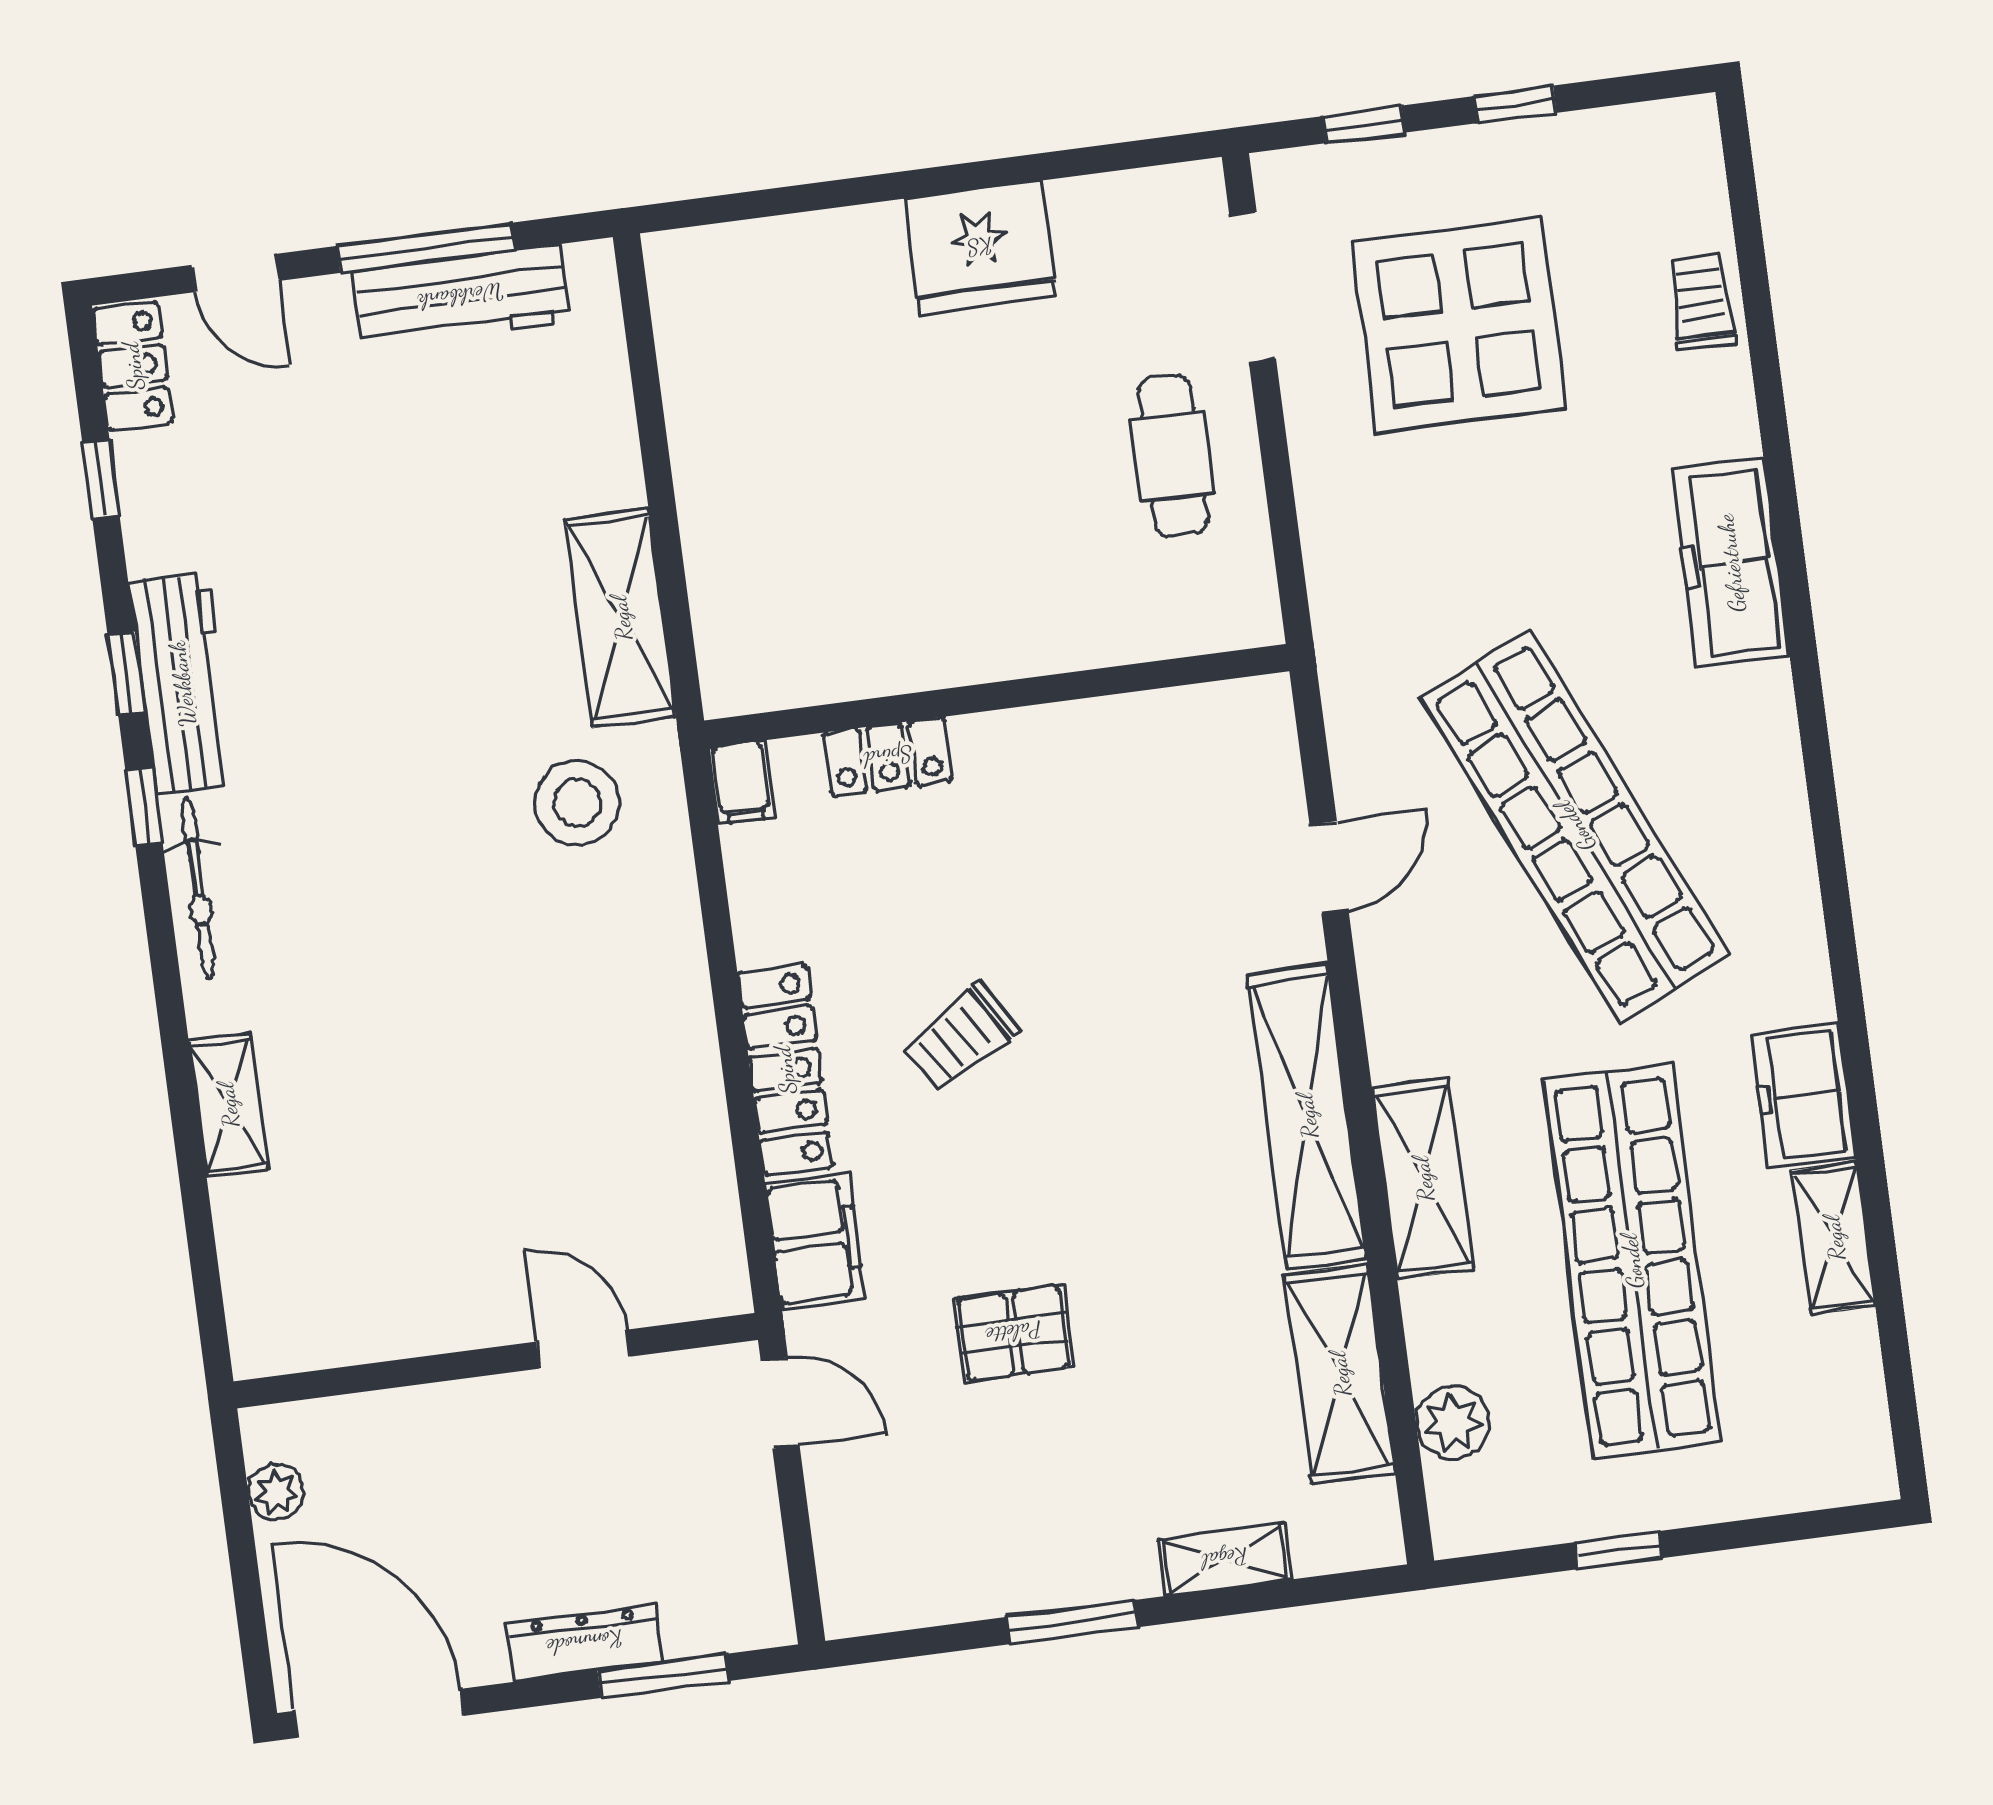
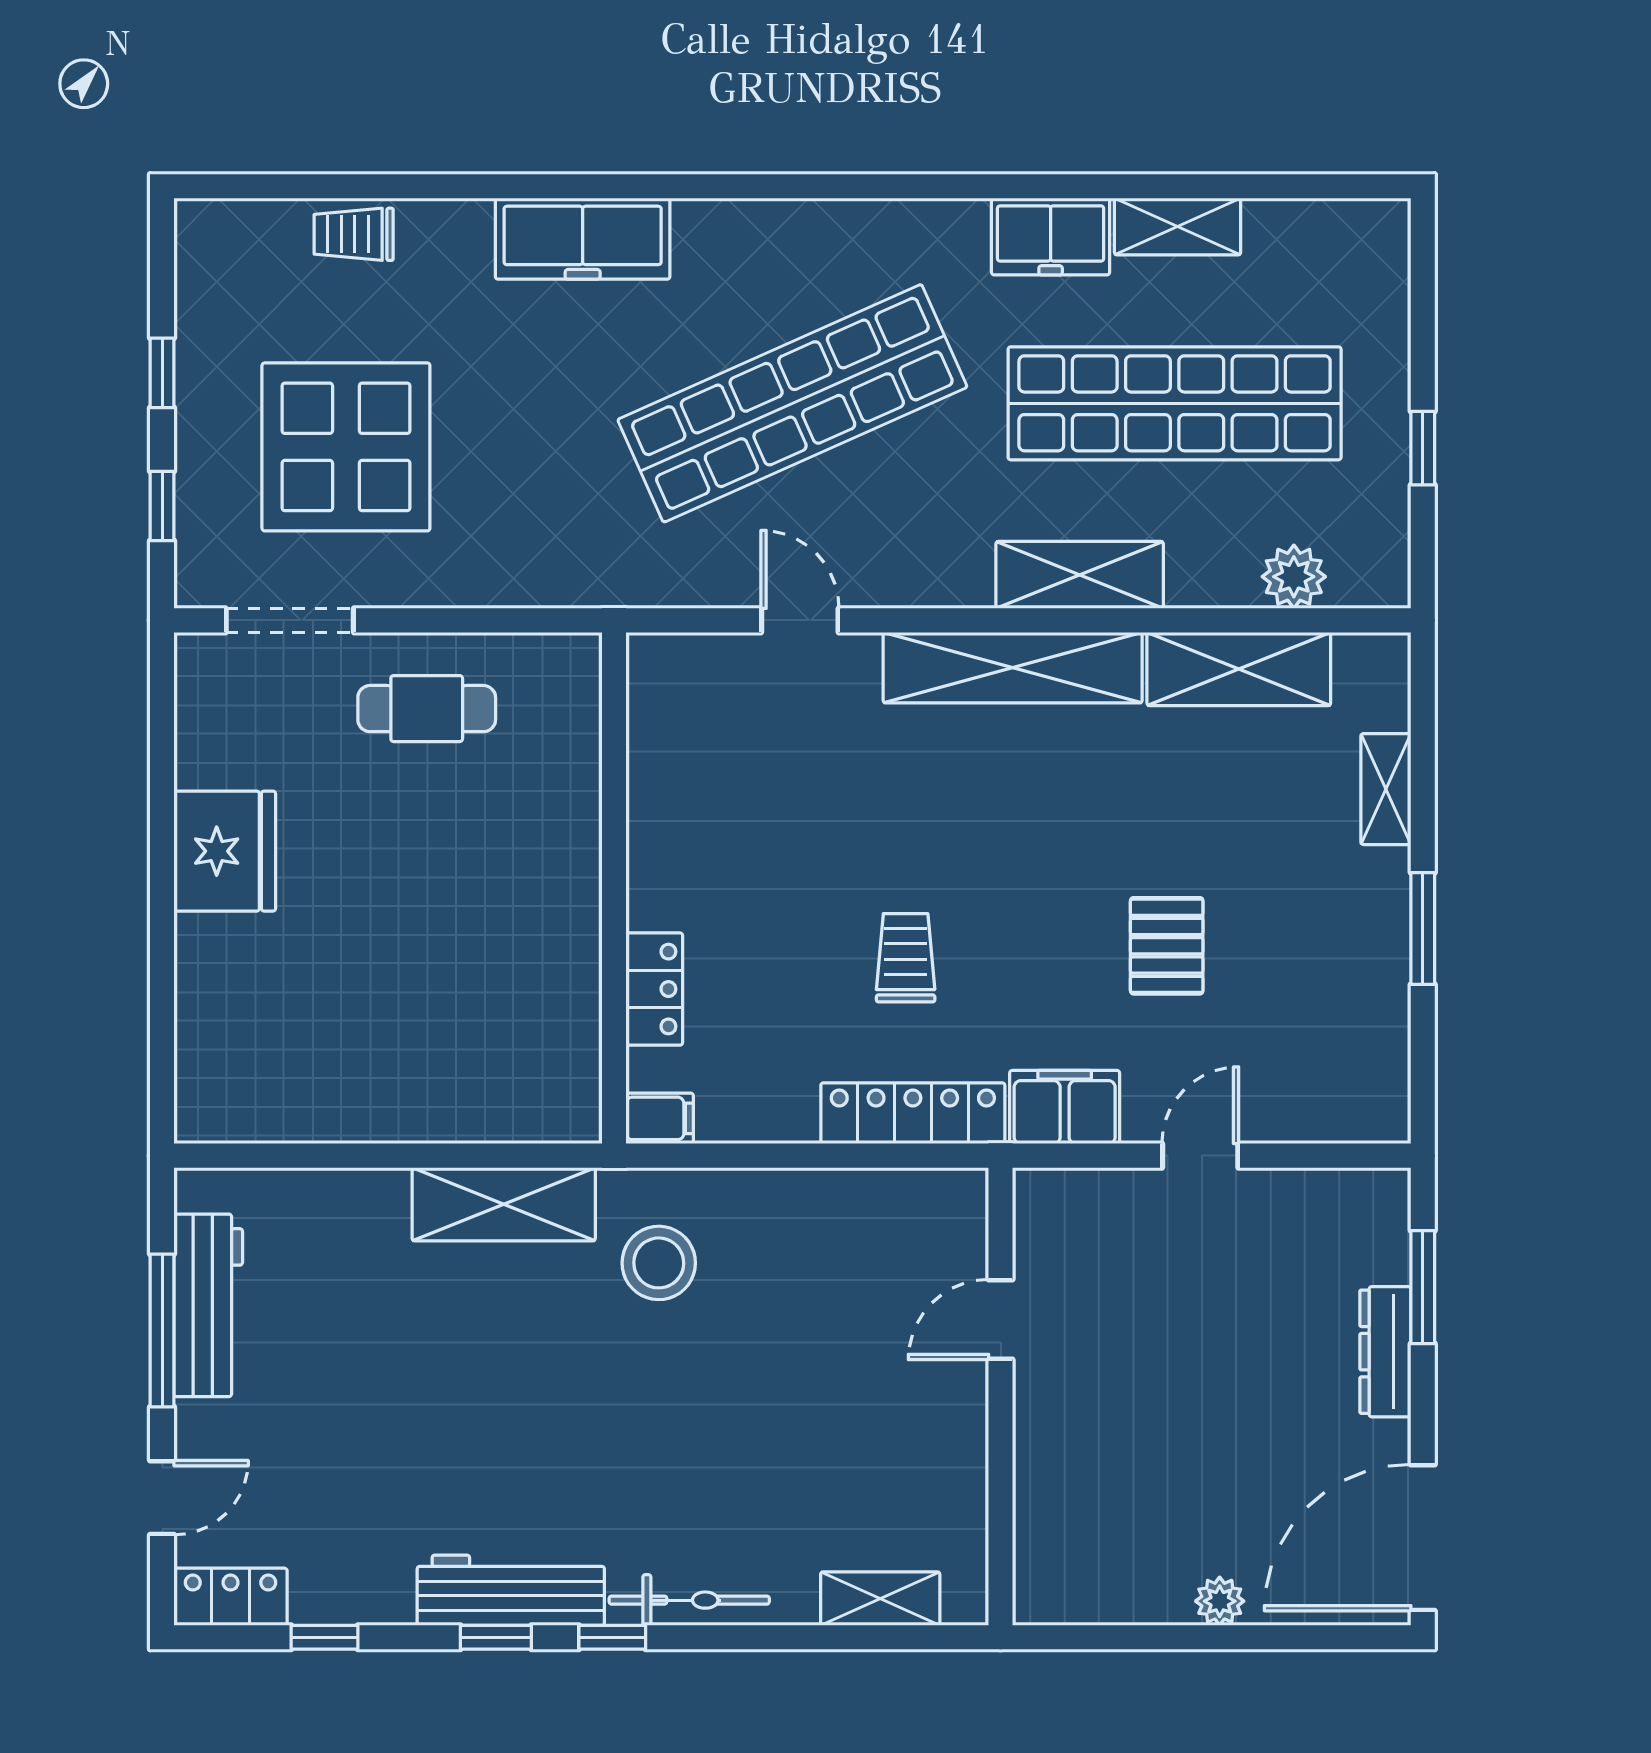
trolley: (961, 1038) -> (906, 958), turned -148
door: (583, 1349) -> (1001, 1320), moved
wall: (496, 1361) -> (1001, 1396), moved

